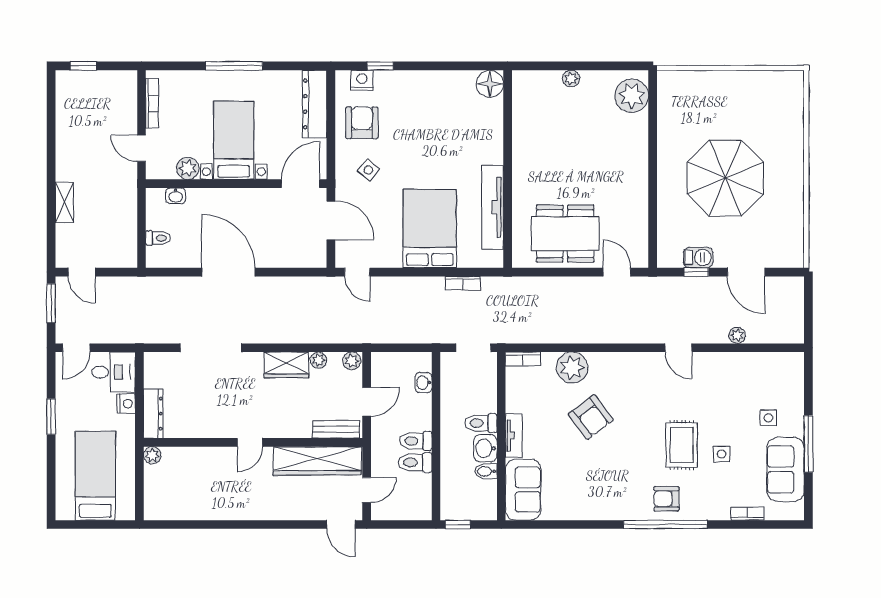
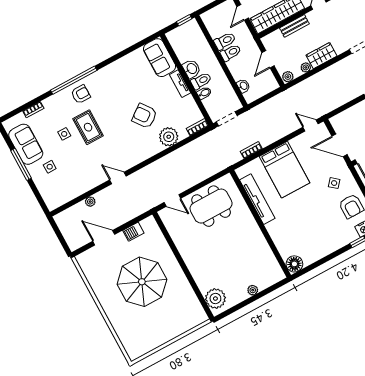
window: (696, 272) -> (130, 223), removed
bench: (336, 429) -> (294, 26), moved
bidet: (486, 471) -> (204, 93), moved

